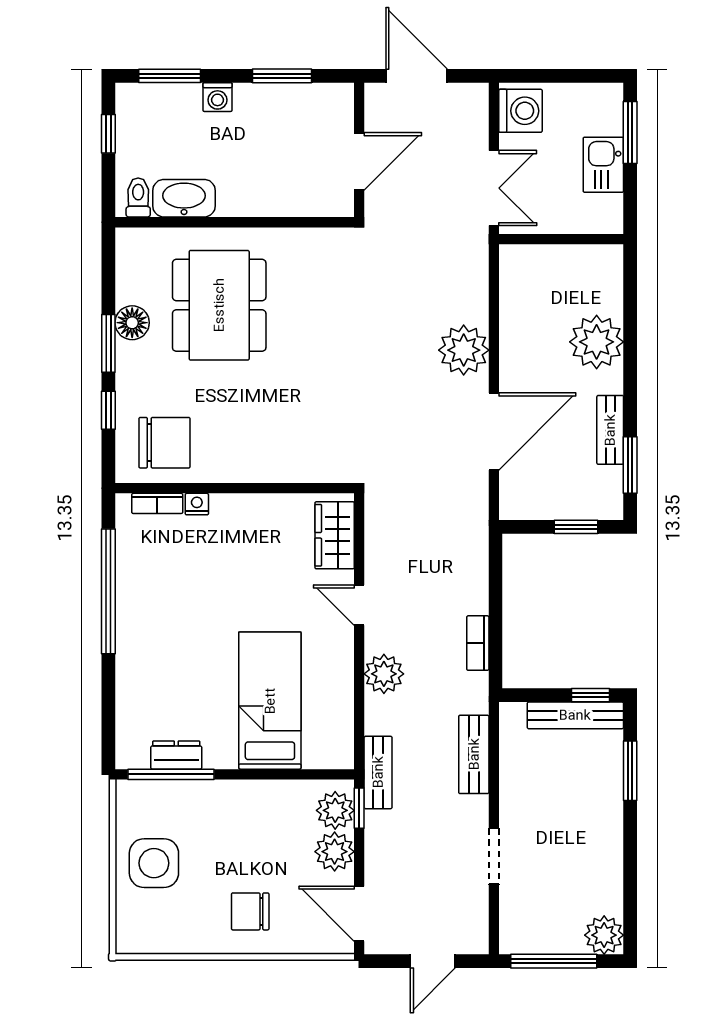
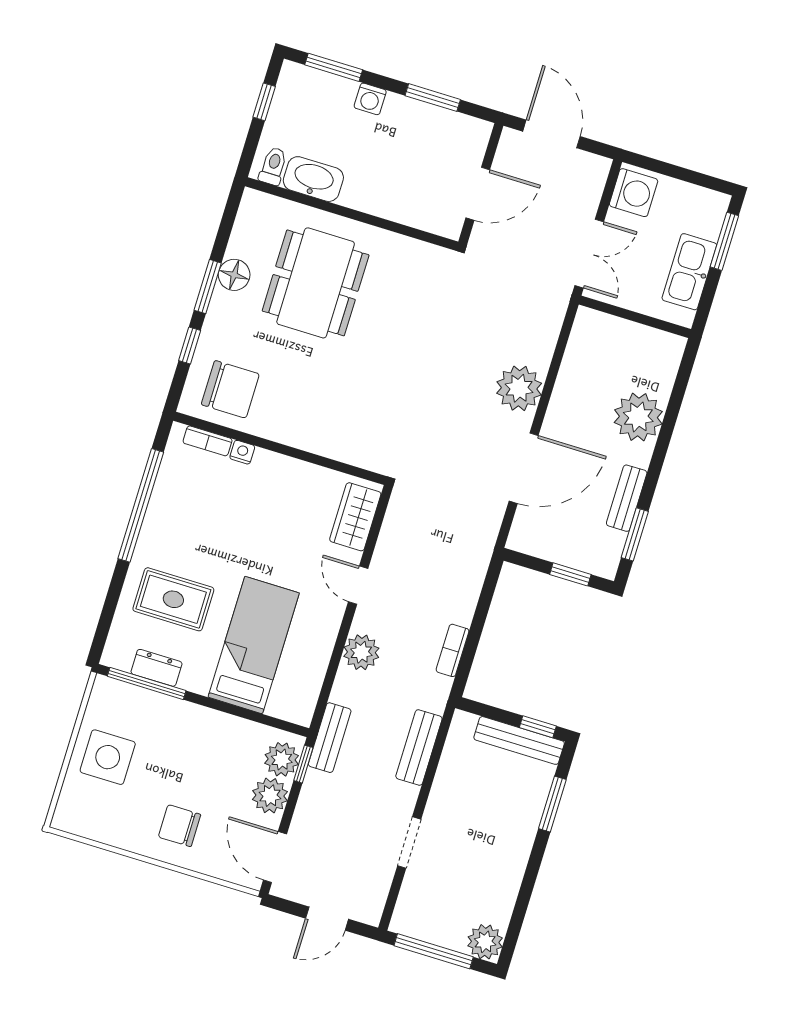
kitchen sink: (603, 165) -> (689, 272), width x1.38
rug: (172, 679) -> (173, 599), added

